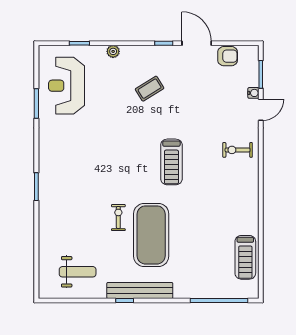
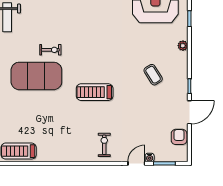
armchair: (228, 56) -> (179, 137), turned 180
door: (261, 110) -> (136, 163), swing flipped

